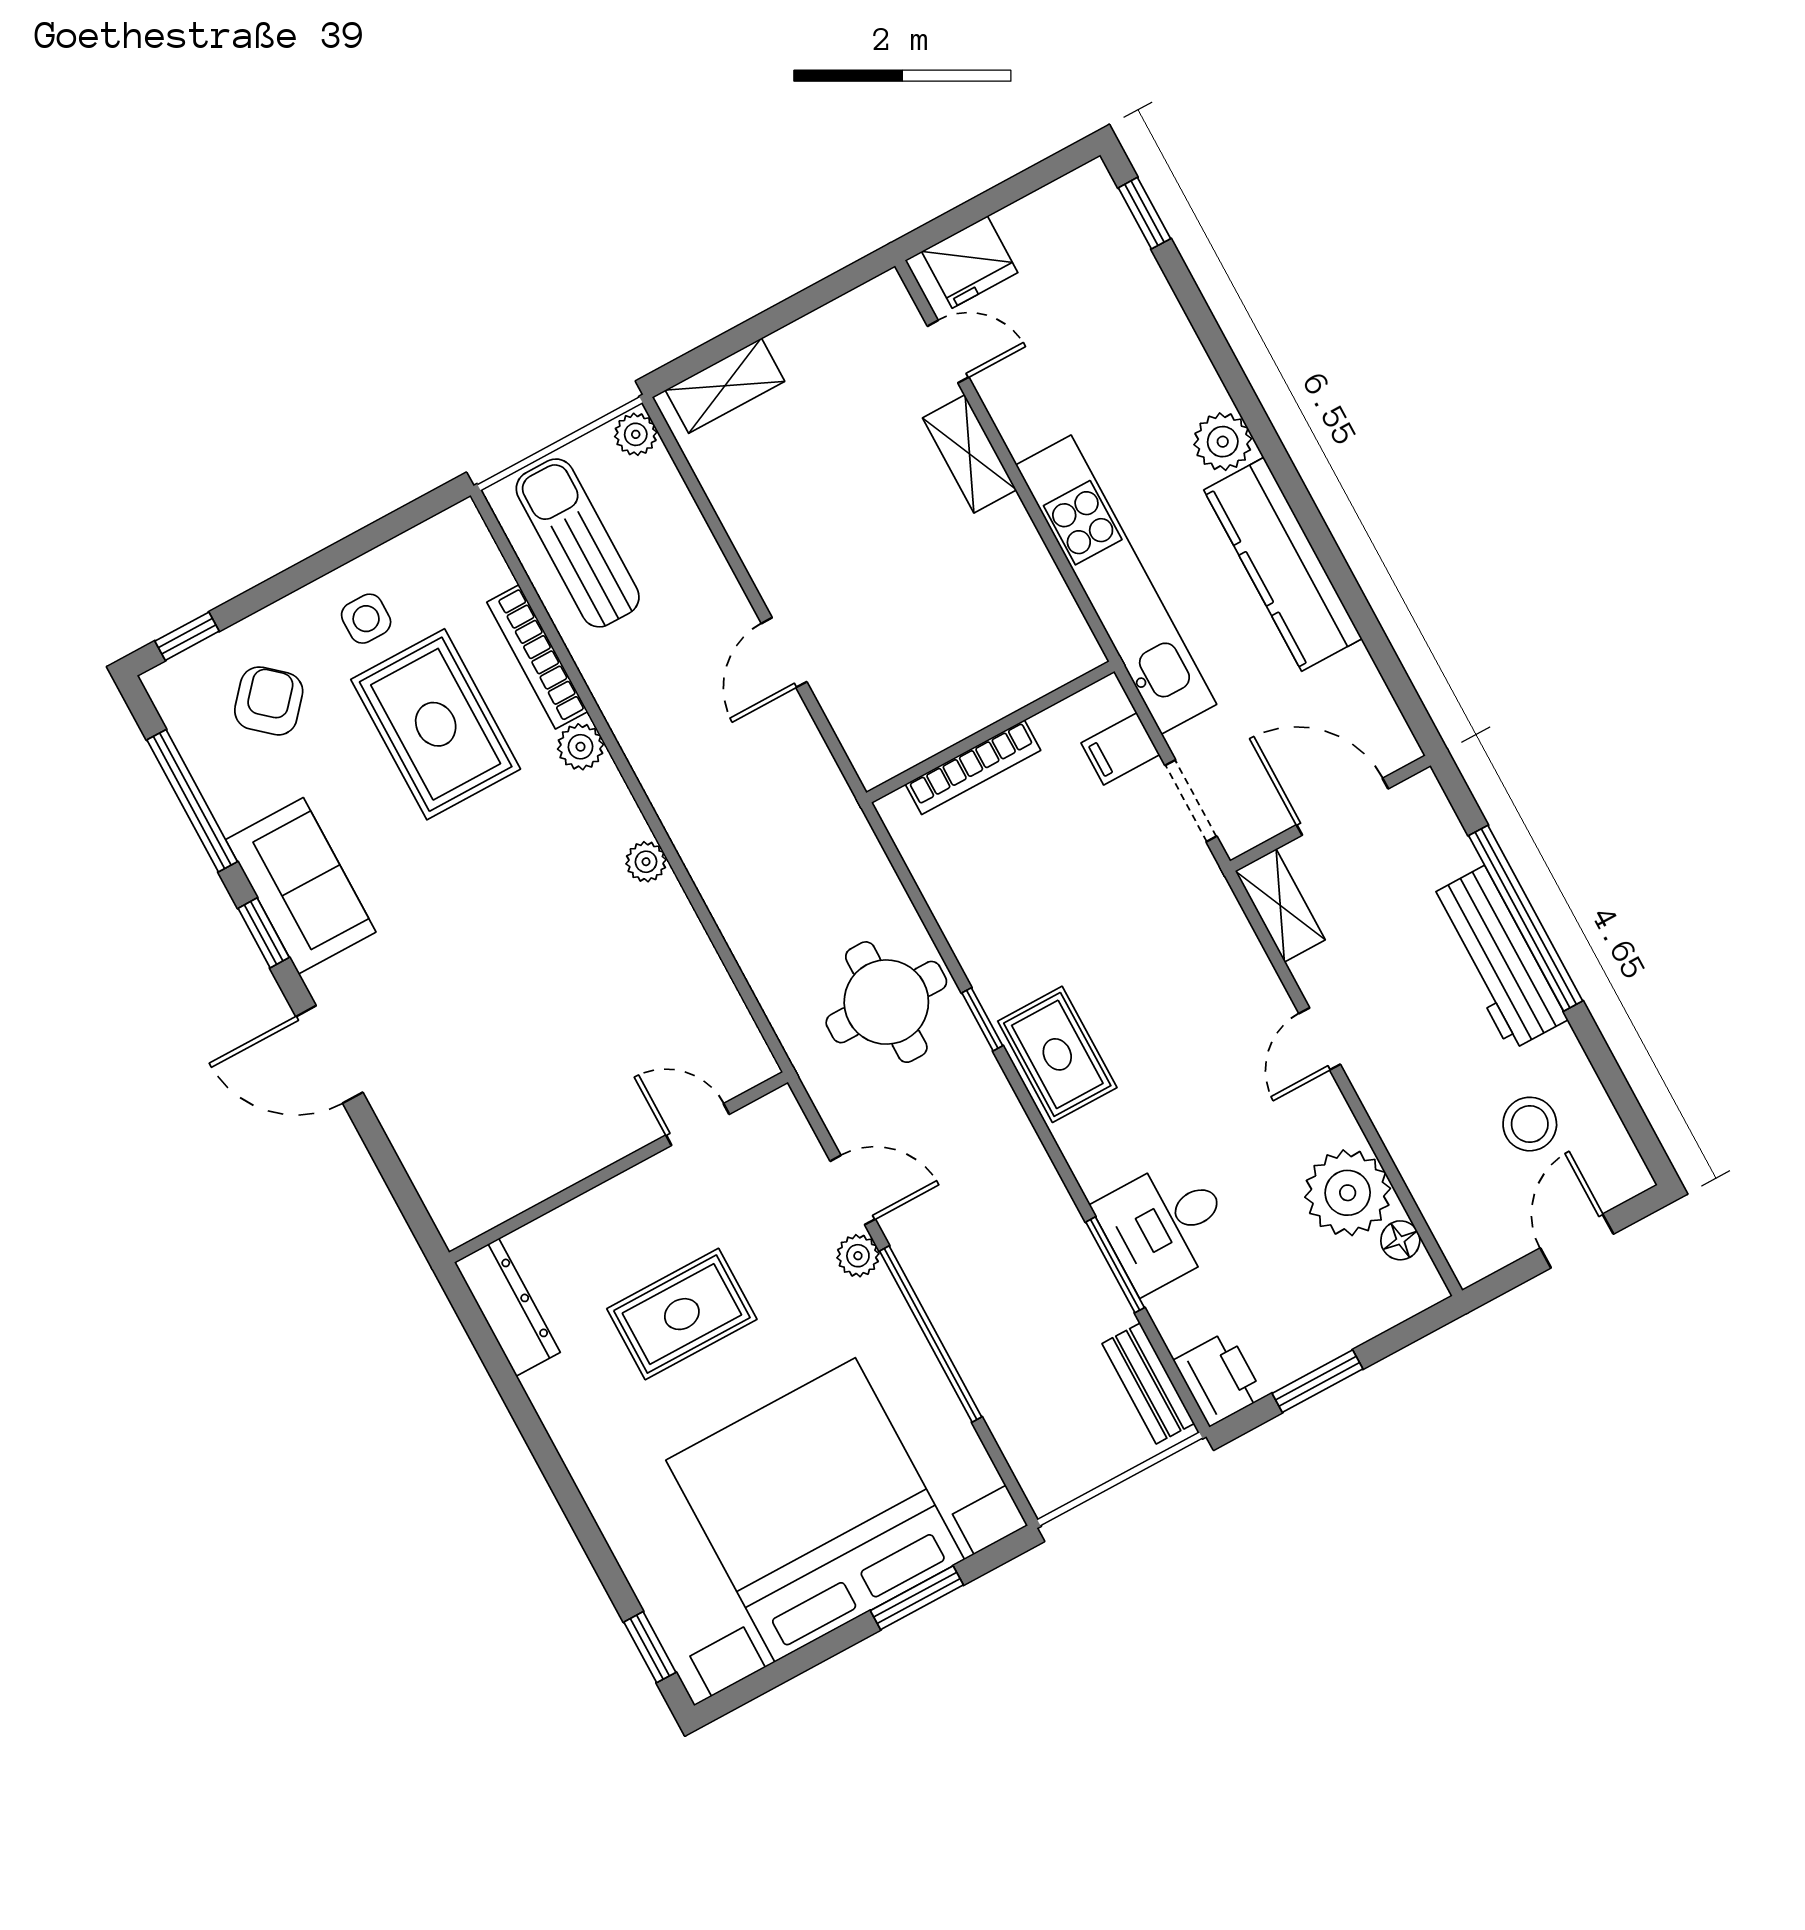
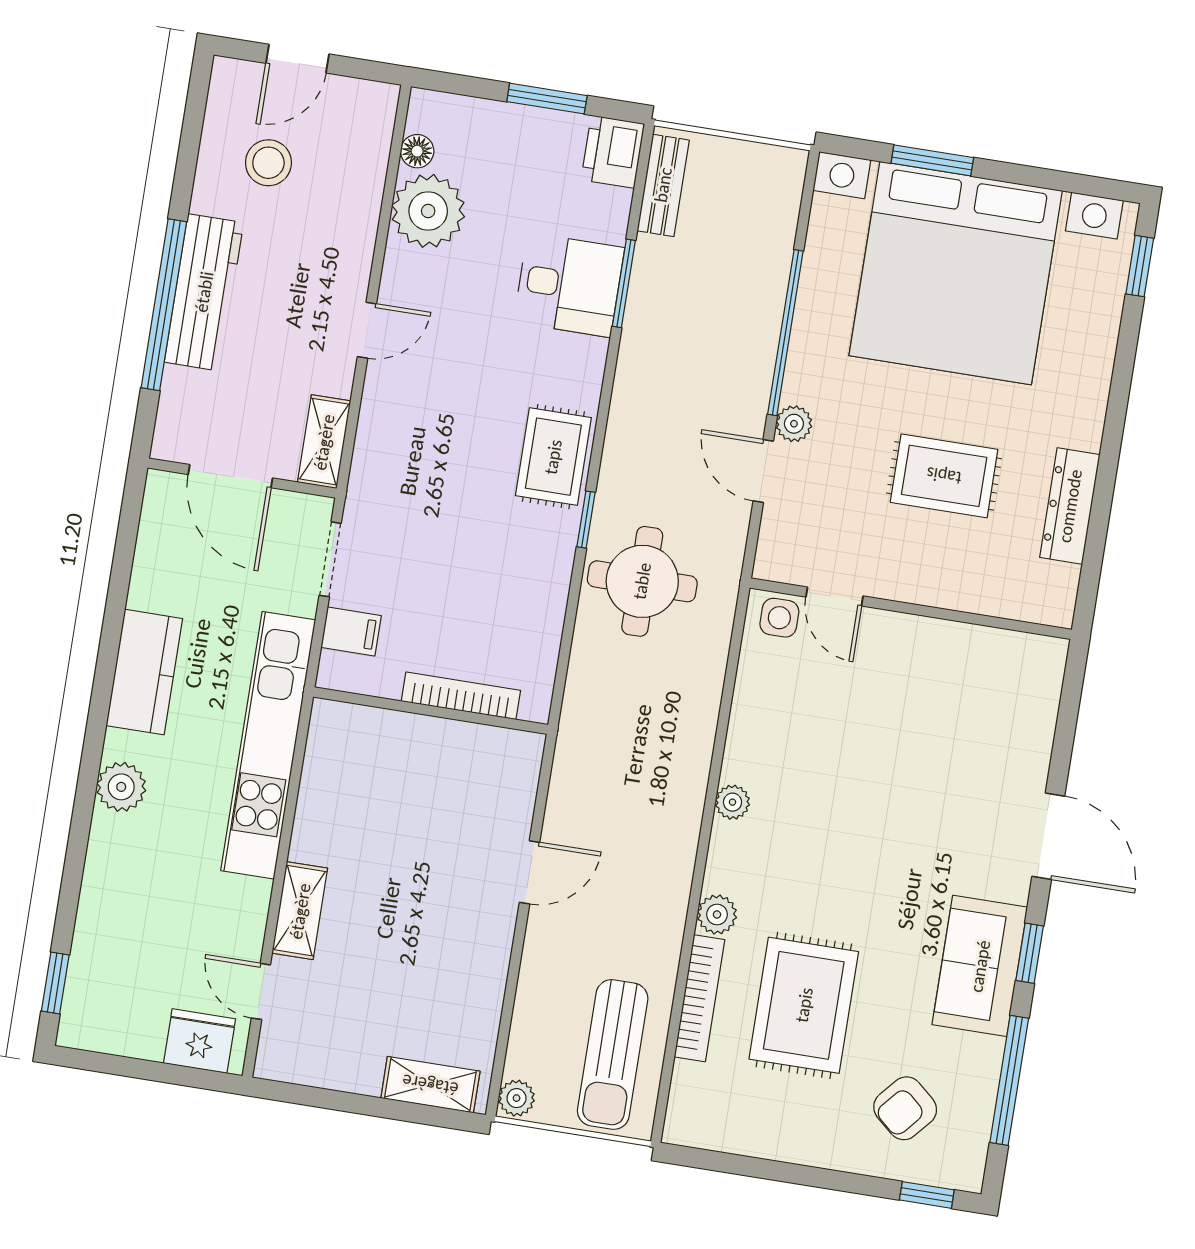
kitchen counter: (1283, 564) -> (144, 672), width x0.67
side table: (366, 619) -> (779, 618), moved
dresser: (507, 1307) -> (1070, 506), moved

